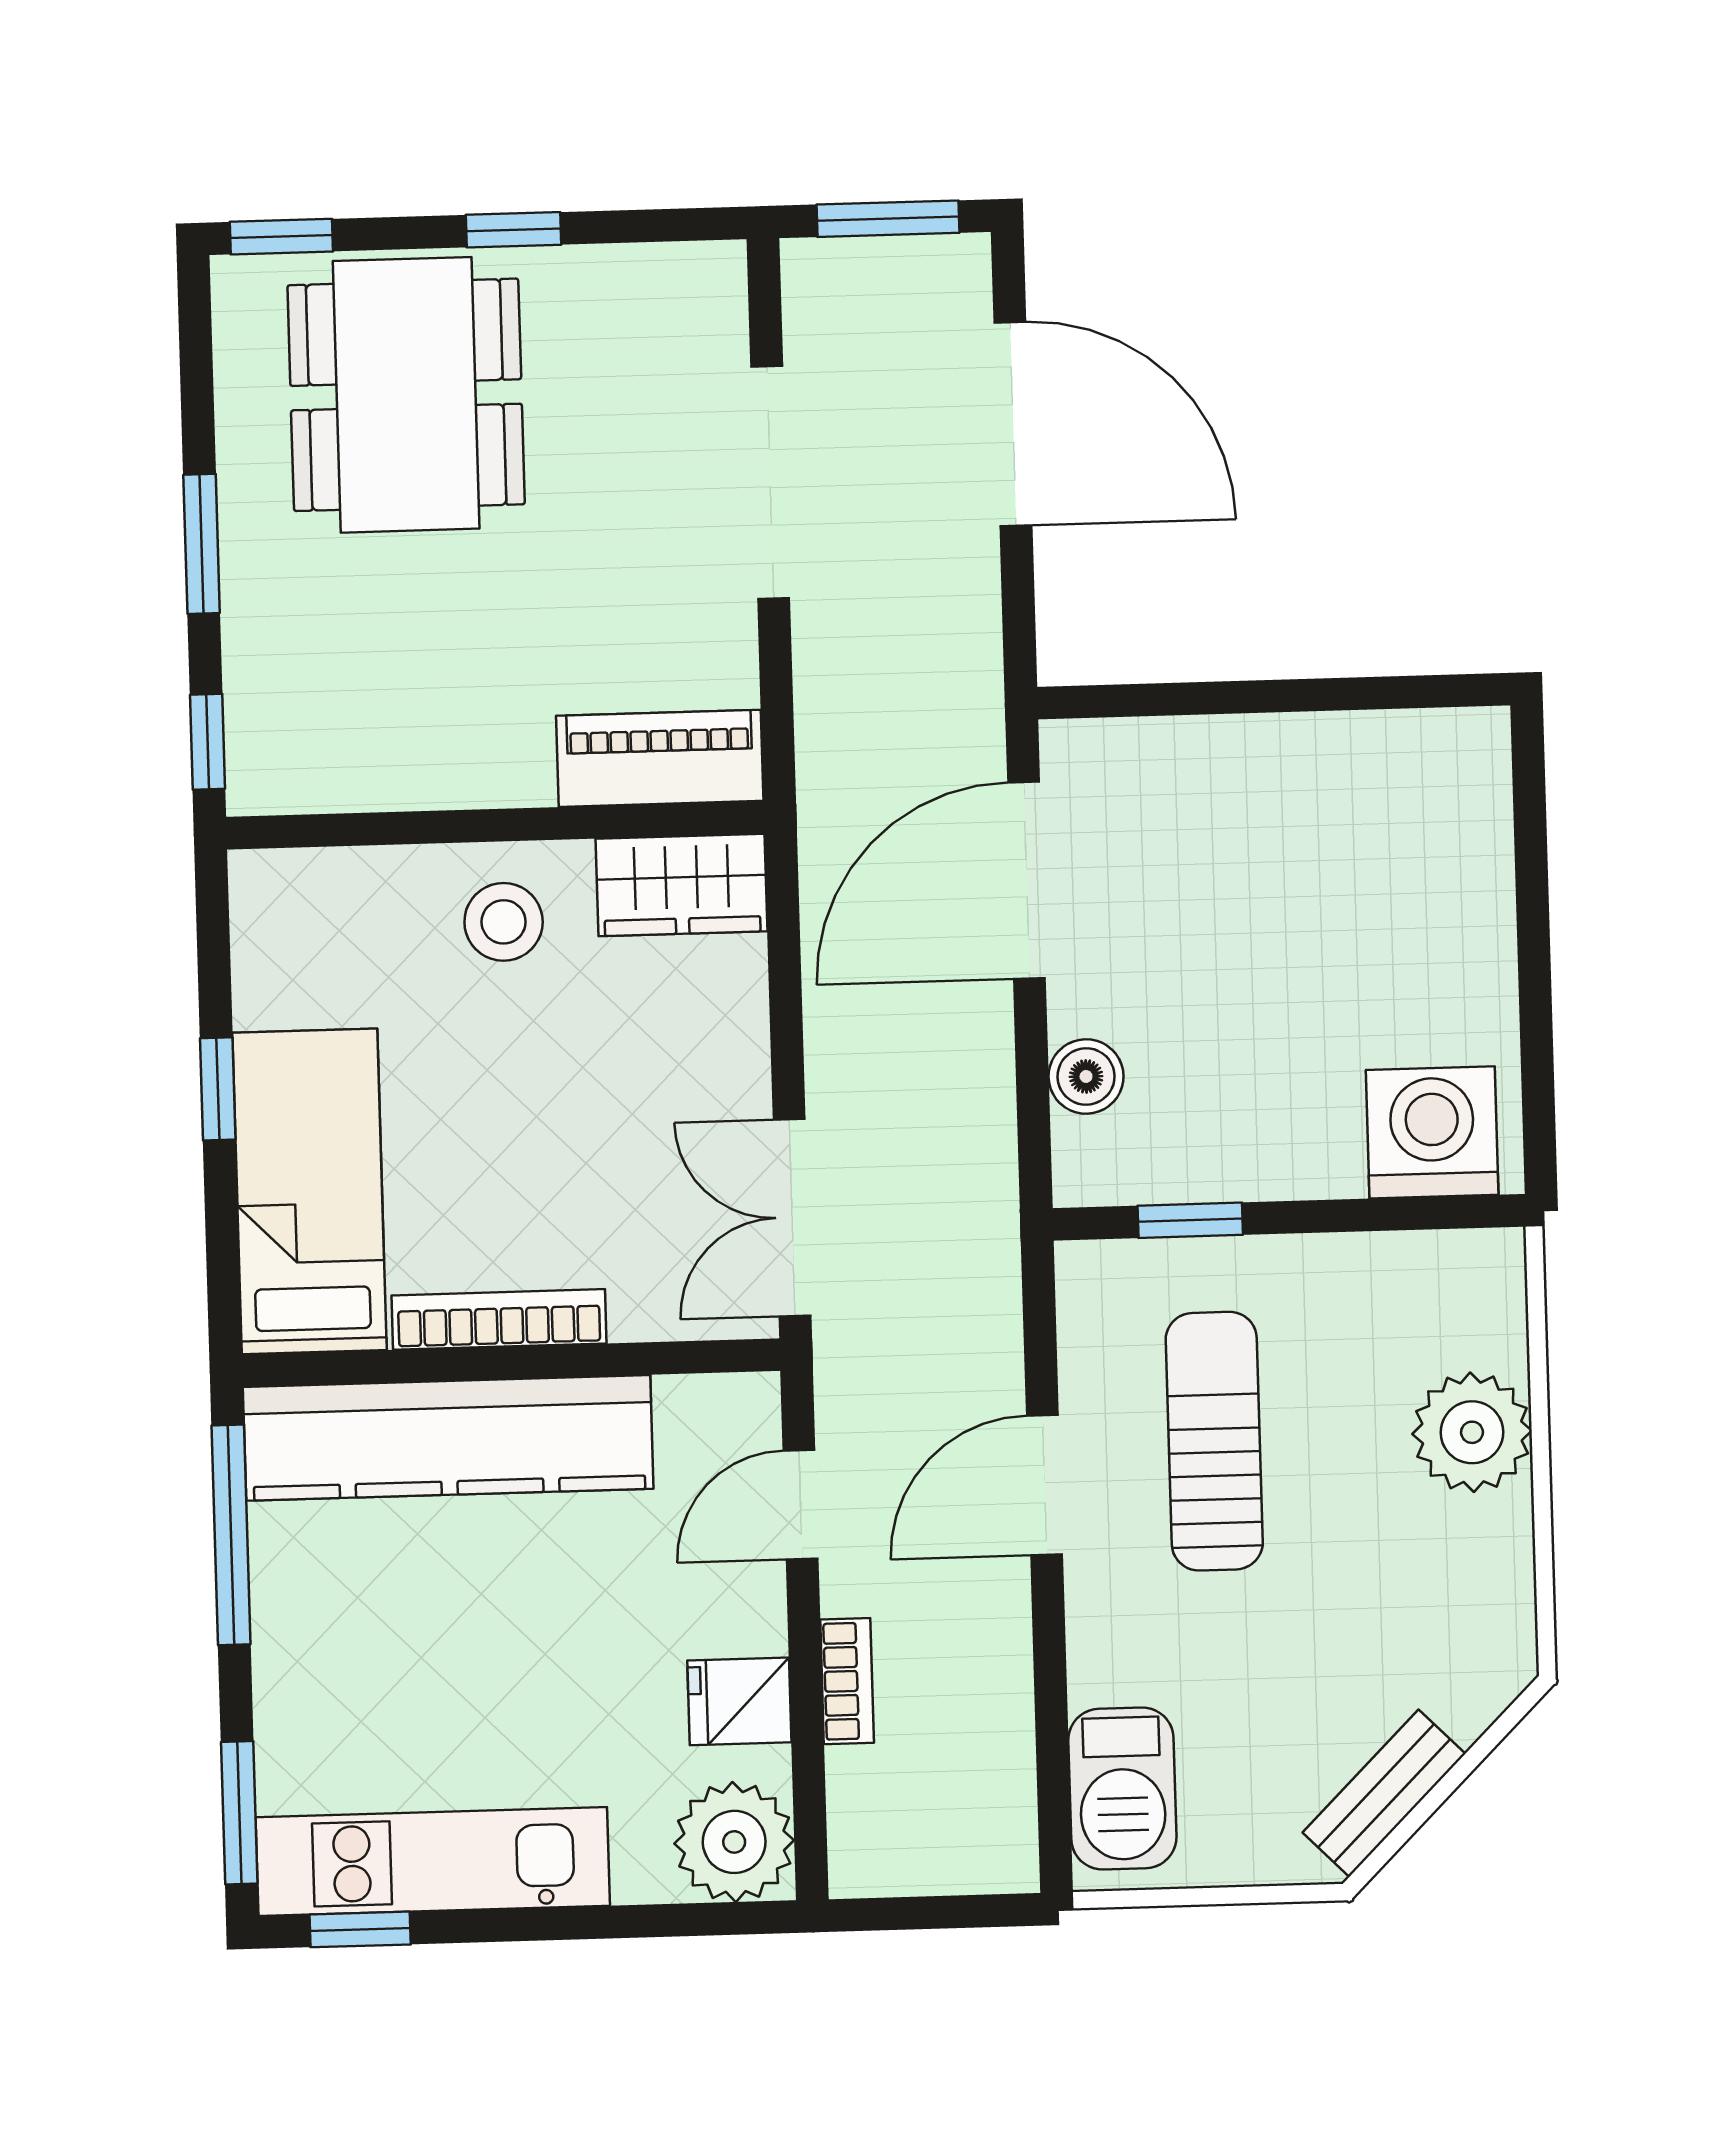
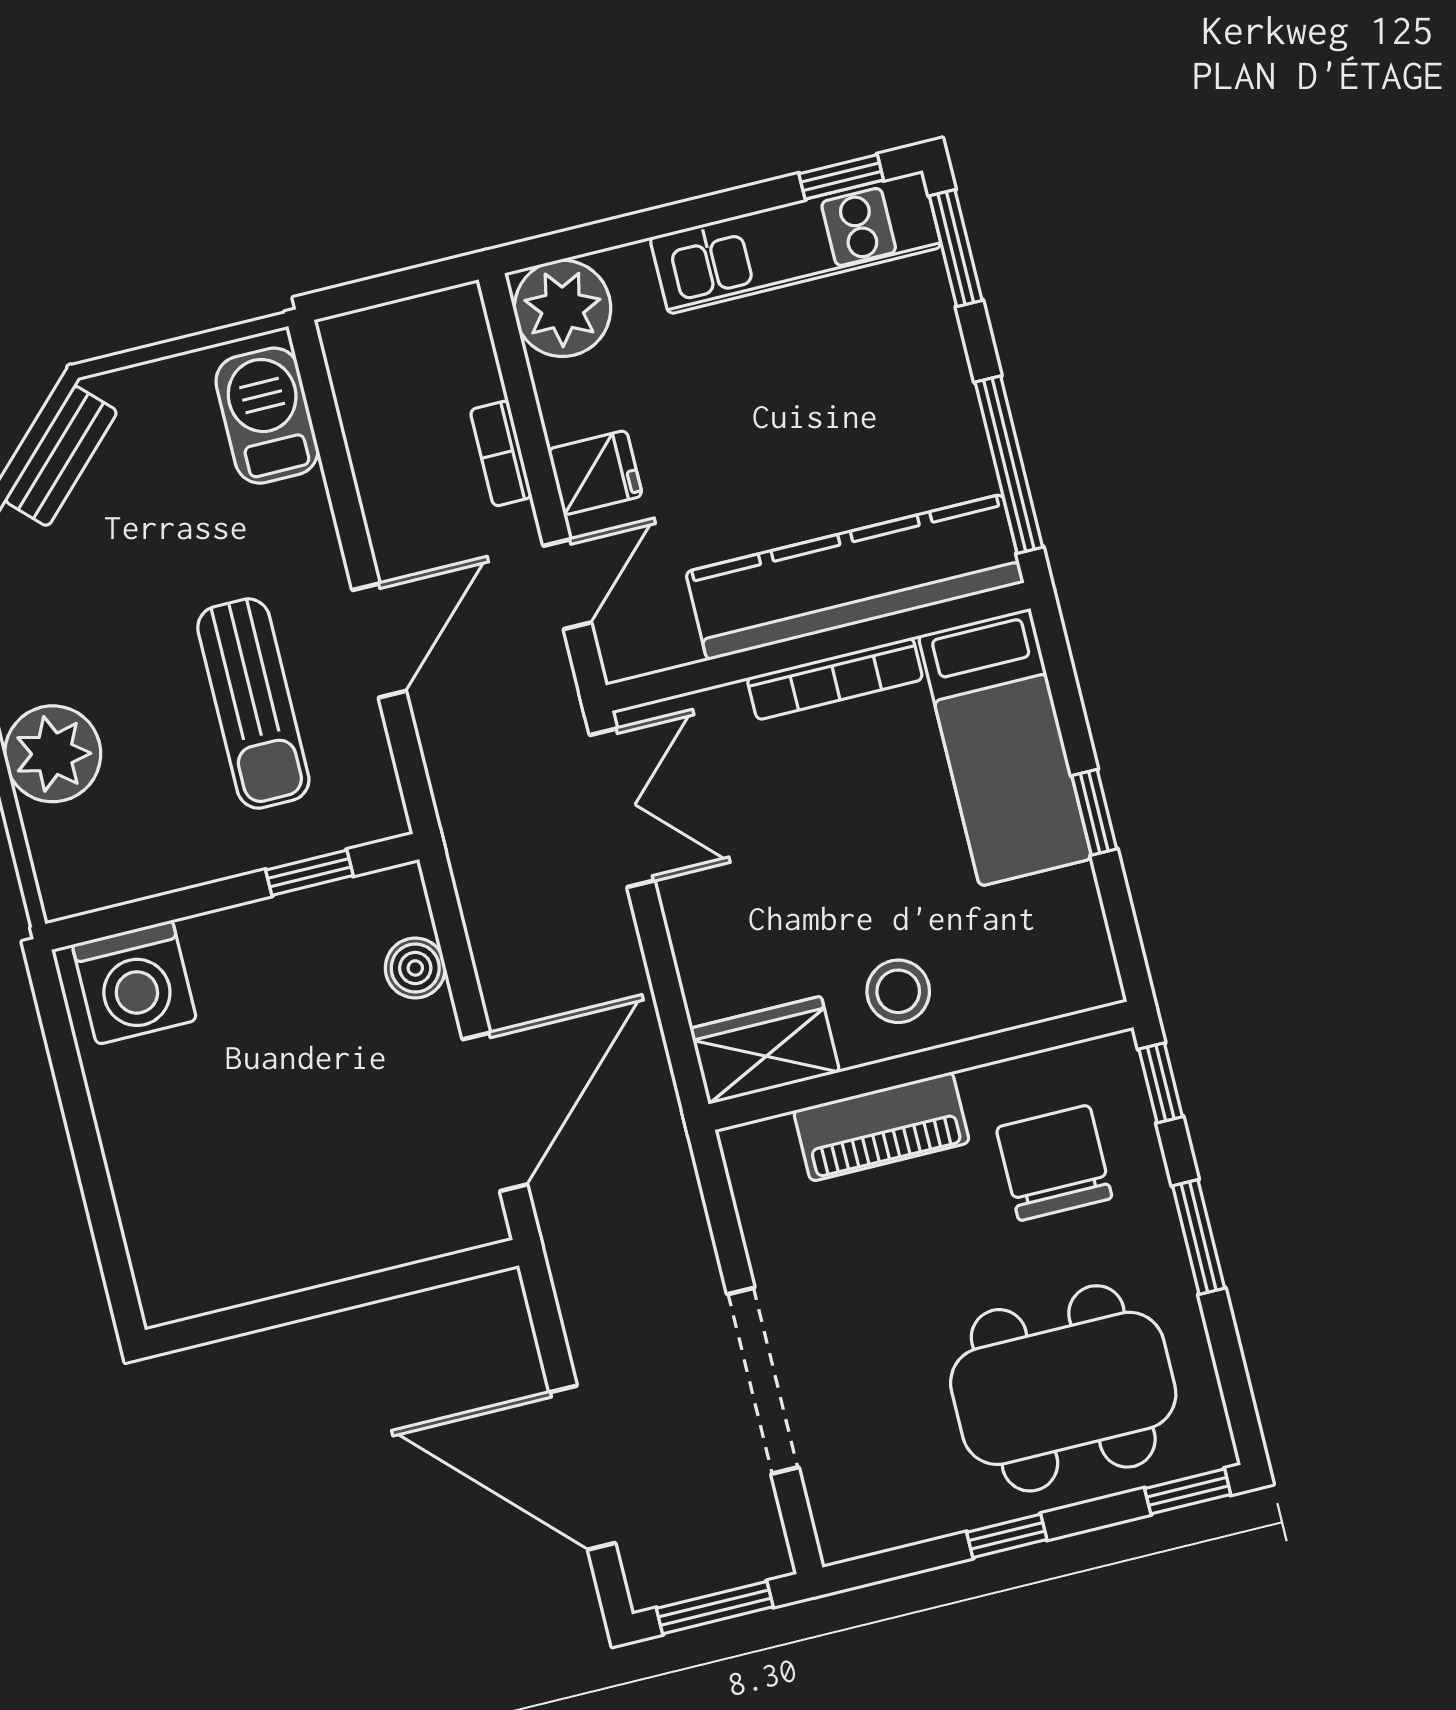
dining table: (406, 395) -> (1063, 1388), turned 90
chair: (358, 672) -> (1054, 1163), added
piano: (660, 758) -> (881, 1127), moved
fridge: (739, 1701) -> (595, 473), moved

